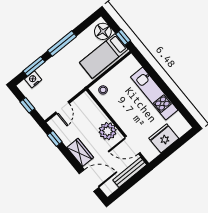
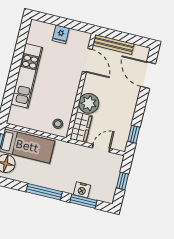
nightstand: (33, 79) -> (82, 190), moved
plant: (108, 131) -> (89, 103), moved
fridge: (164, 138) -> (61, 34), width x0.53, depth x0.75
wardrobe: (80, 152) -> (81, 127), moved, turned 180

